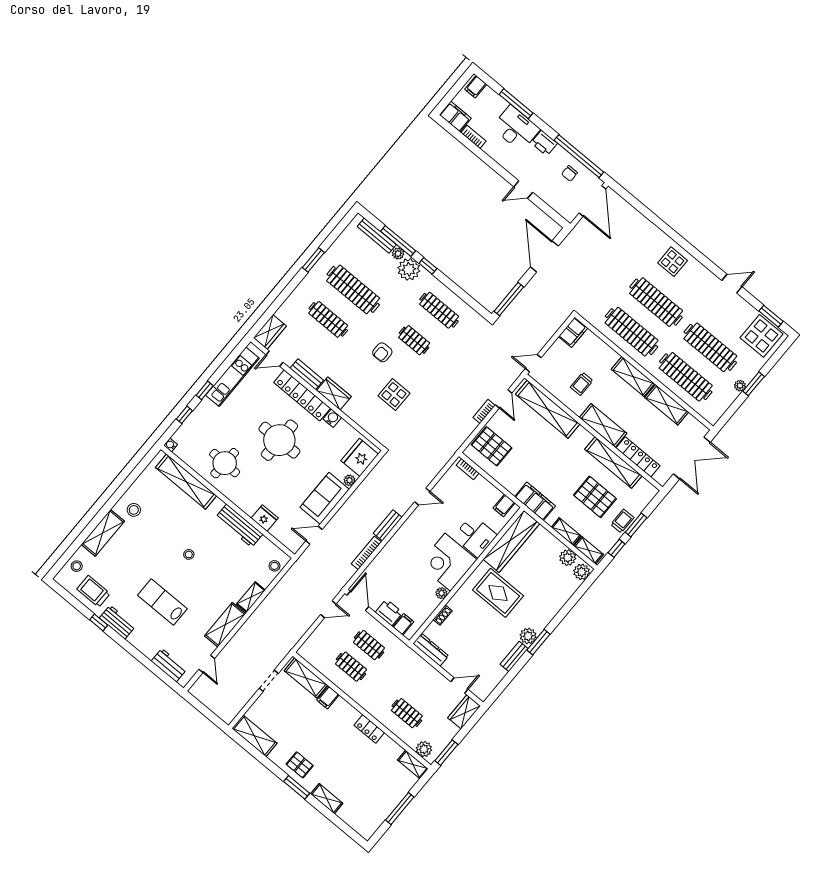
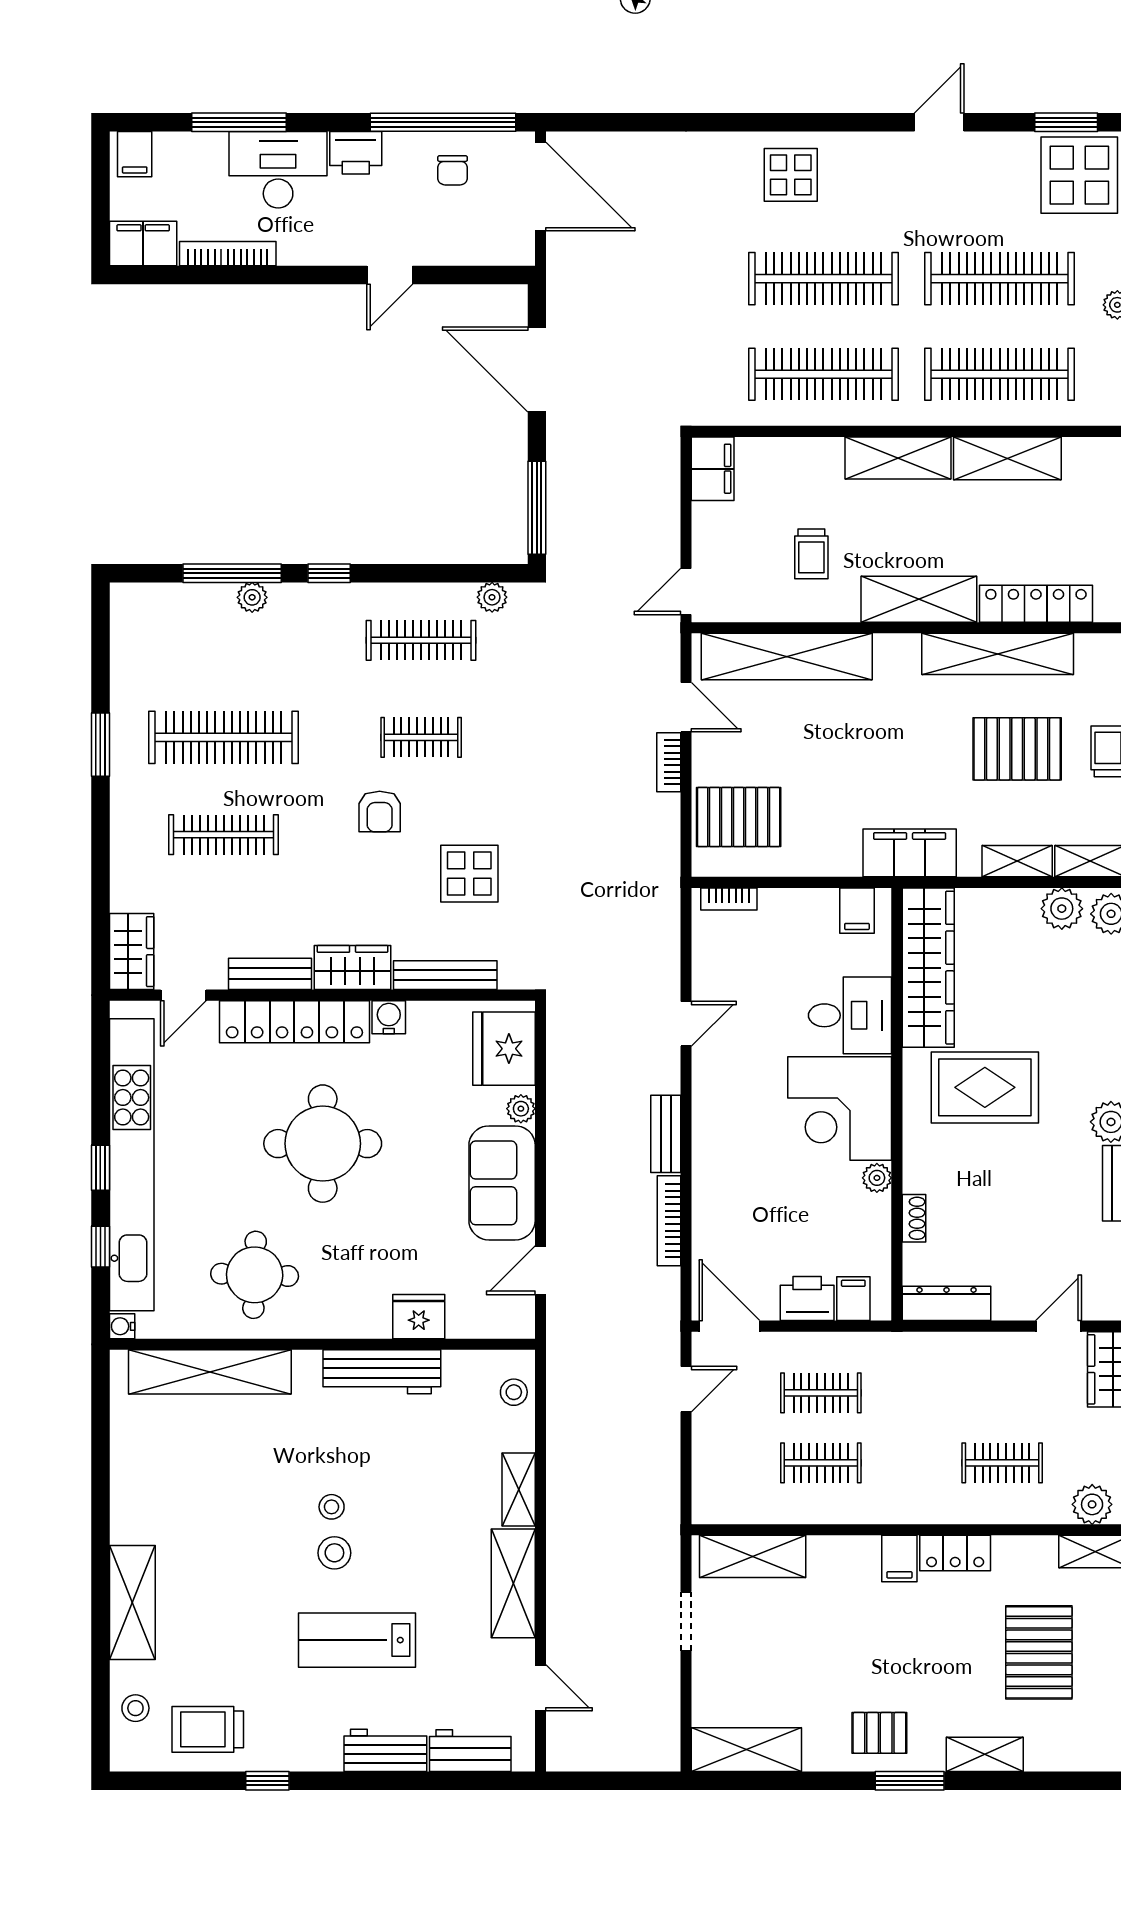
bookcase: (473, 137) -> (228, 254), width x1.56
bench: (377, 236) -> (445, 975), moved
plant: (409, 269) -> (492, 597), moved, width x0.53, depth x0.53
kitchen unit: (232, 377) -> (132, 1165), width x1.86
stool: (134, 510) -> (334, 1553), moved
workbench: (117, 622) -> (385, 1750), moved
filing cabinet: (328, 697) -> (899, 1559), moved
pallet: (370, 781) -> (1039, 1652), added

